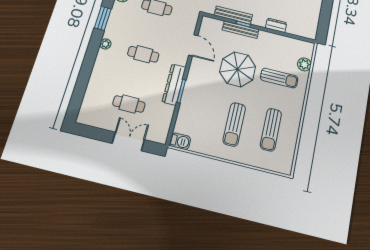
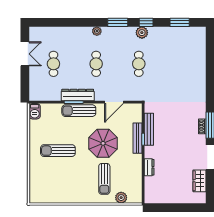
sun lounger: (271, 130) -> (79, 111), moved
double door: (128, 141) -> (25, 54), moved

